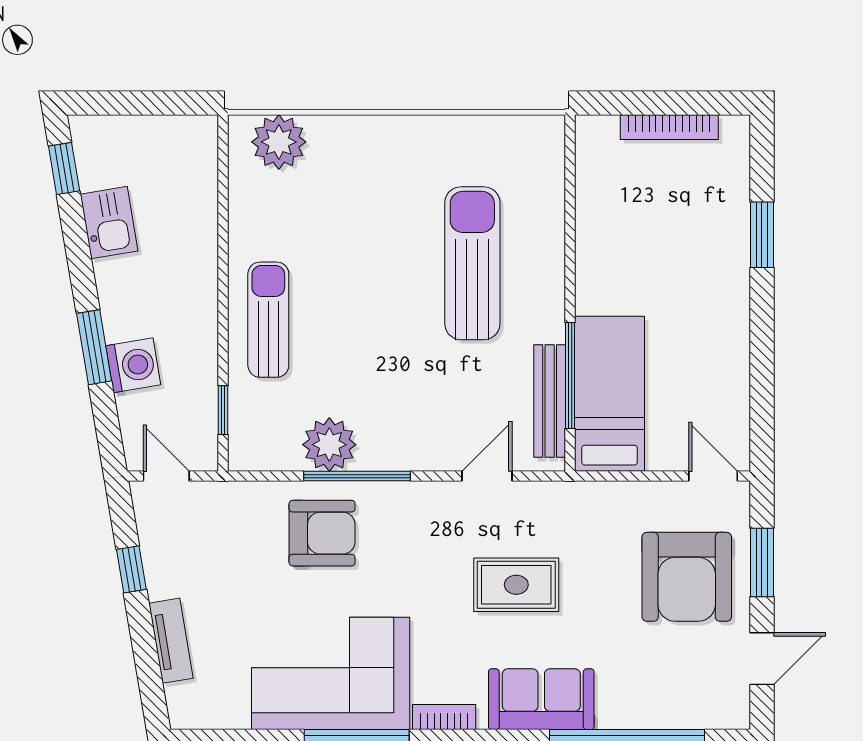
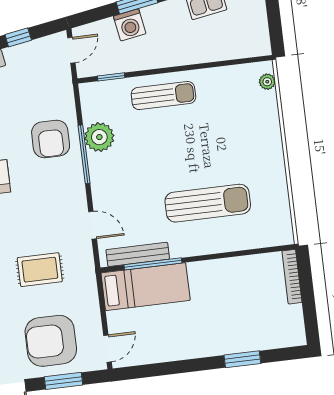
bookcase: (669, 127) -> (292, 277), moved
plant: (279, 142) -> (267, 82), width x0.53, depth x0.53
rug: (516, 585) -> (40, 270), moved, turned 90

